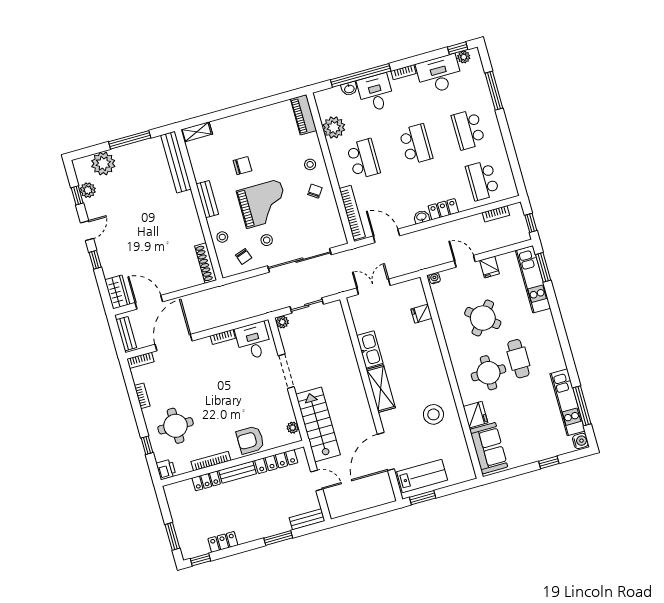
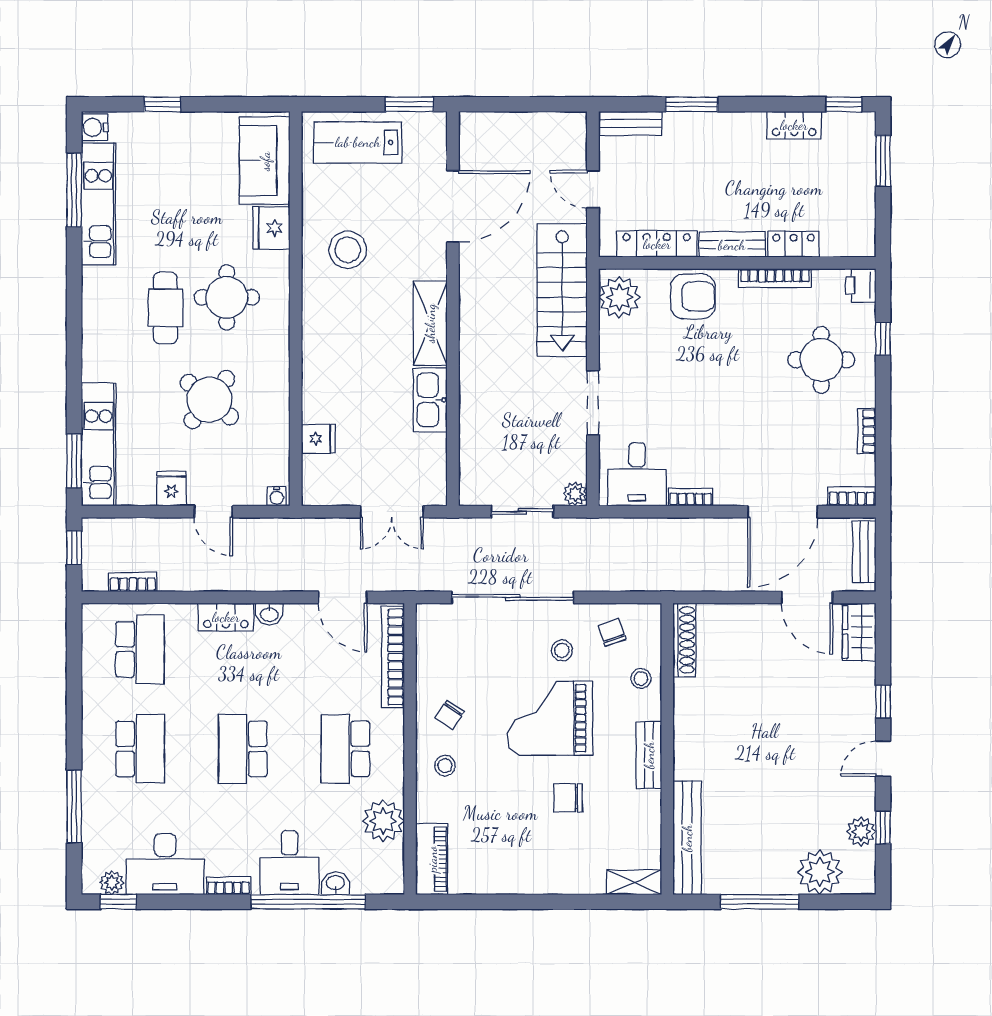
plant: (293, 428) -> (619, 297), width x1.87, depth x1.87
lab bench: (422, 476) -> (358, 142), moved

